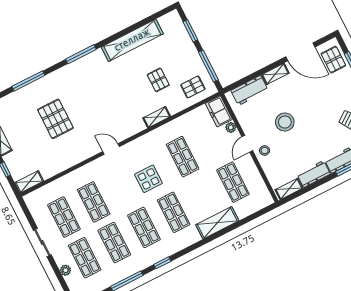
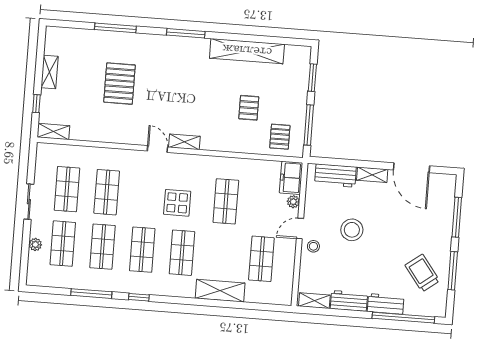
pallet: (333, 60) -> (440, 196), removed
pallet: (193, 87) -> (280, 137), turned 90
shelving: (157, 117) -> (184, 142), moved

